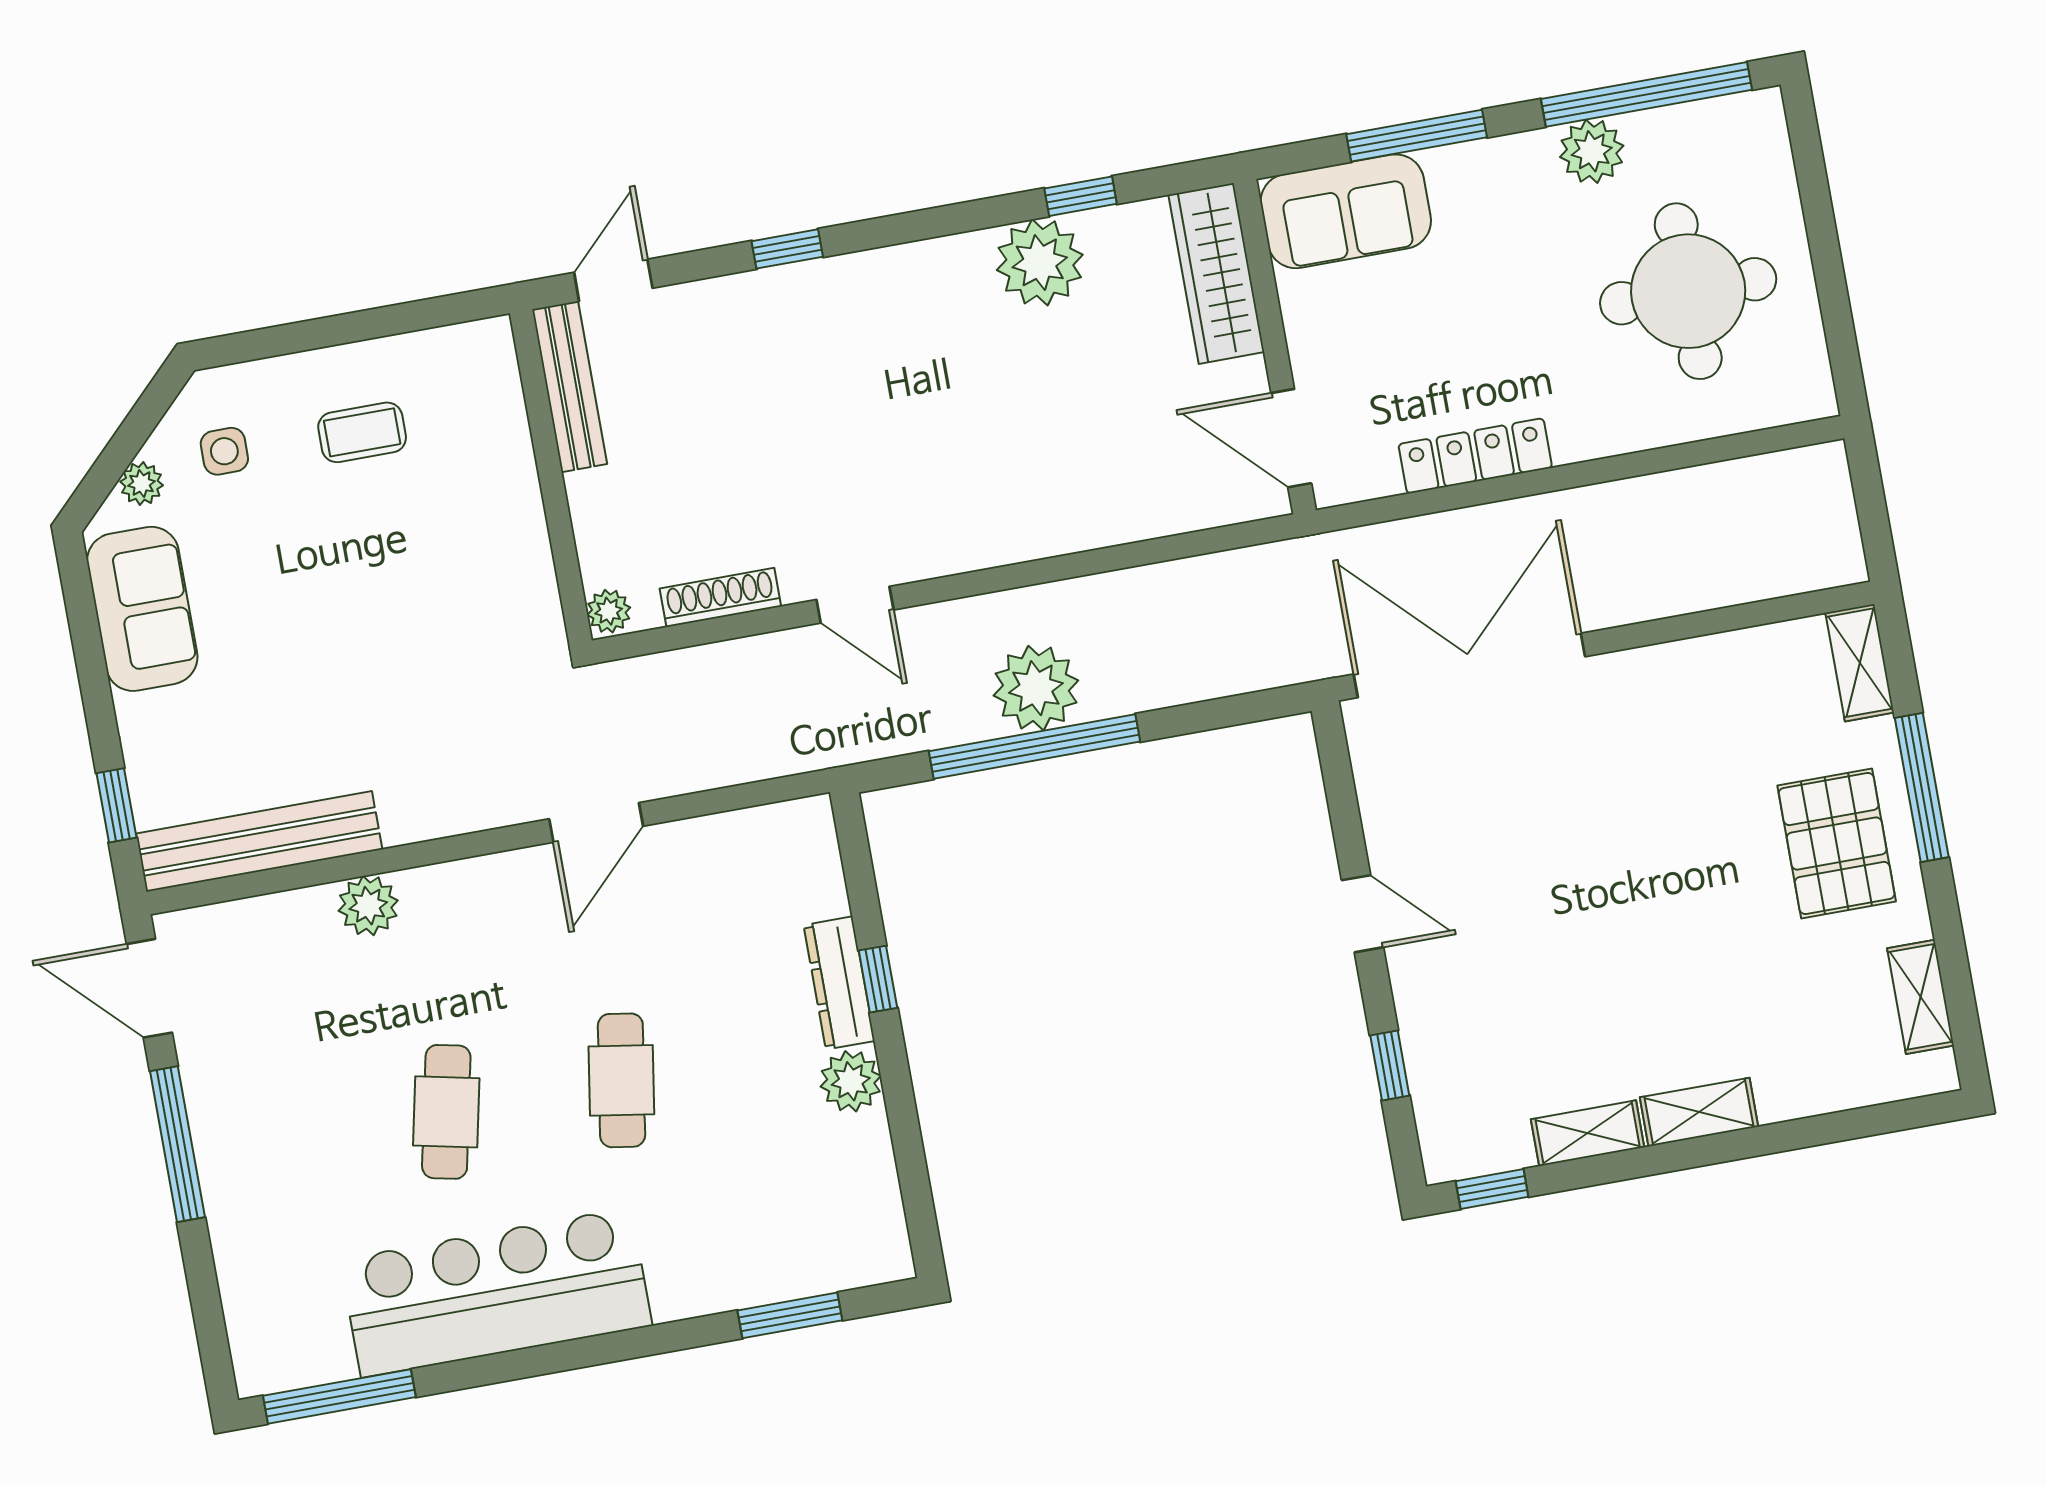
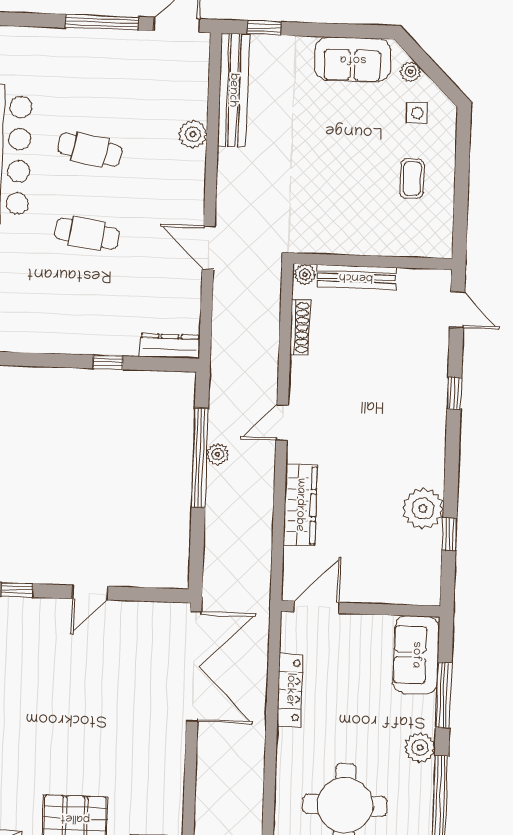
plant: (1592, 151) -> (420, 747), moved
wardrobe: (1216, 273) -> (300, 505), moved, turned 90
bench: (570, 387) -> (356, 277), moved
door: (855, 605) -> (282, 423), moved
plant: (1036, 688) -> (218, 454), width x0.53, depth x0.53
dresser: (839, 983) -> (170, 346), moved
plant: (851, 1081) -> (64, 339), removed

